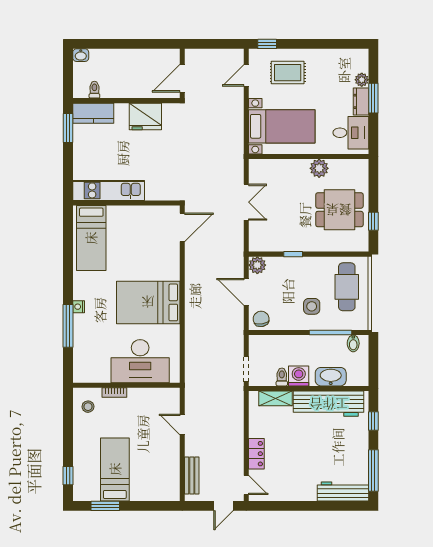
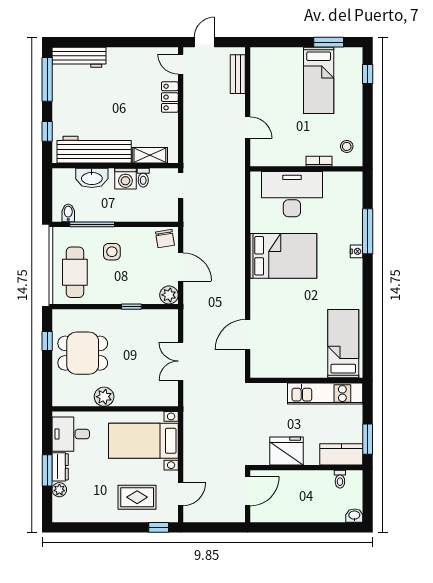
kitchen unit: (109, 190) -> (325, 394), moved
wall: (126, 203) -> (306, 380), moved
bed: (91, 238) -> (343, 344), moved

